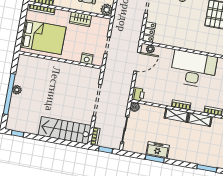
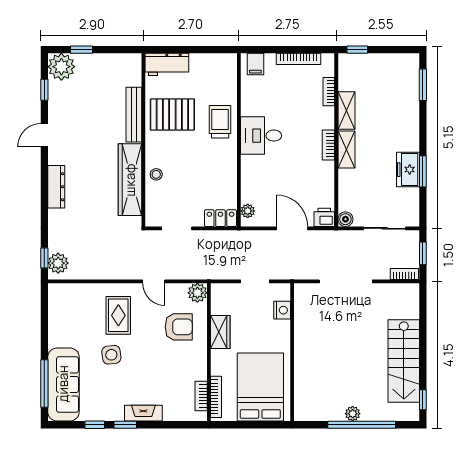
trolley: (207, 42) -> (220, 122), added
door: (137, 62) -> (292, 228), moved
desk: (193, 69) -> (261, 136), width x0.53, depth x0.77
stairs: (65, 130) -> (404, 361), moved

